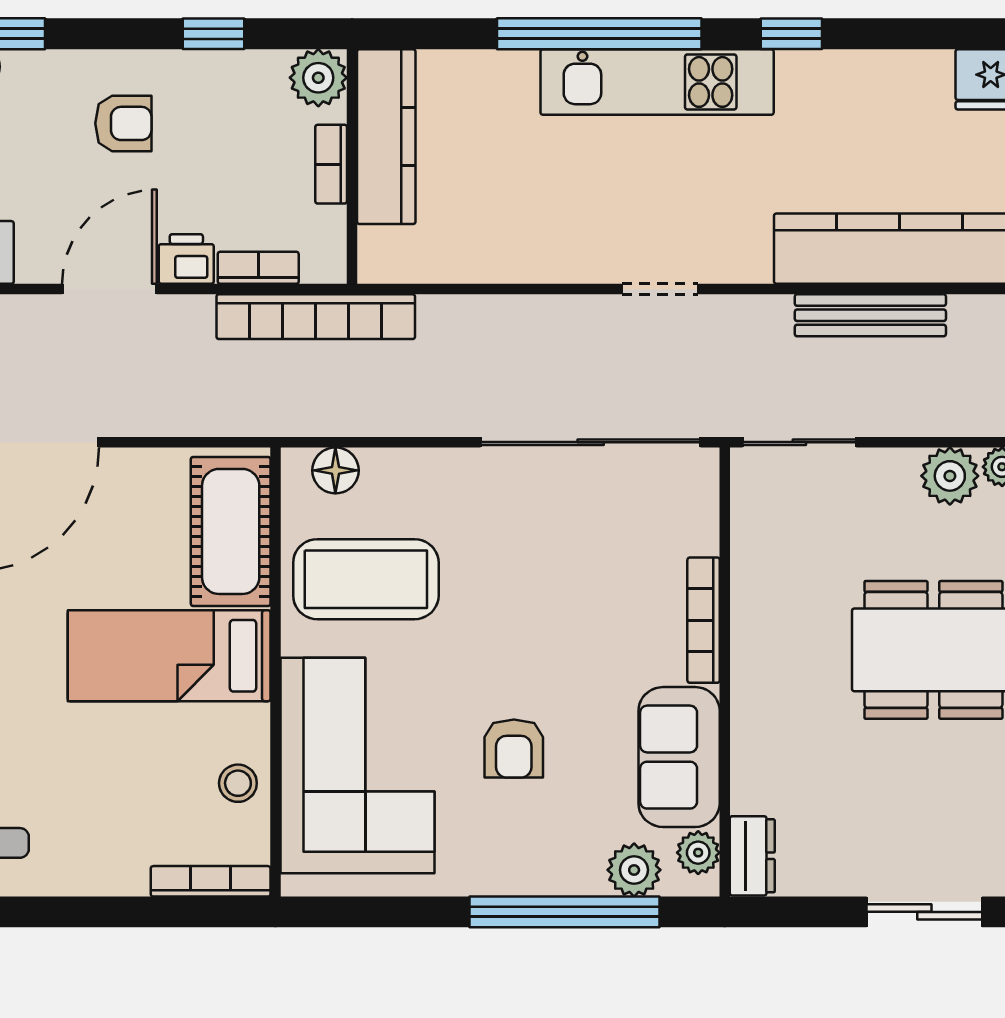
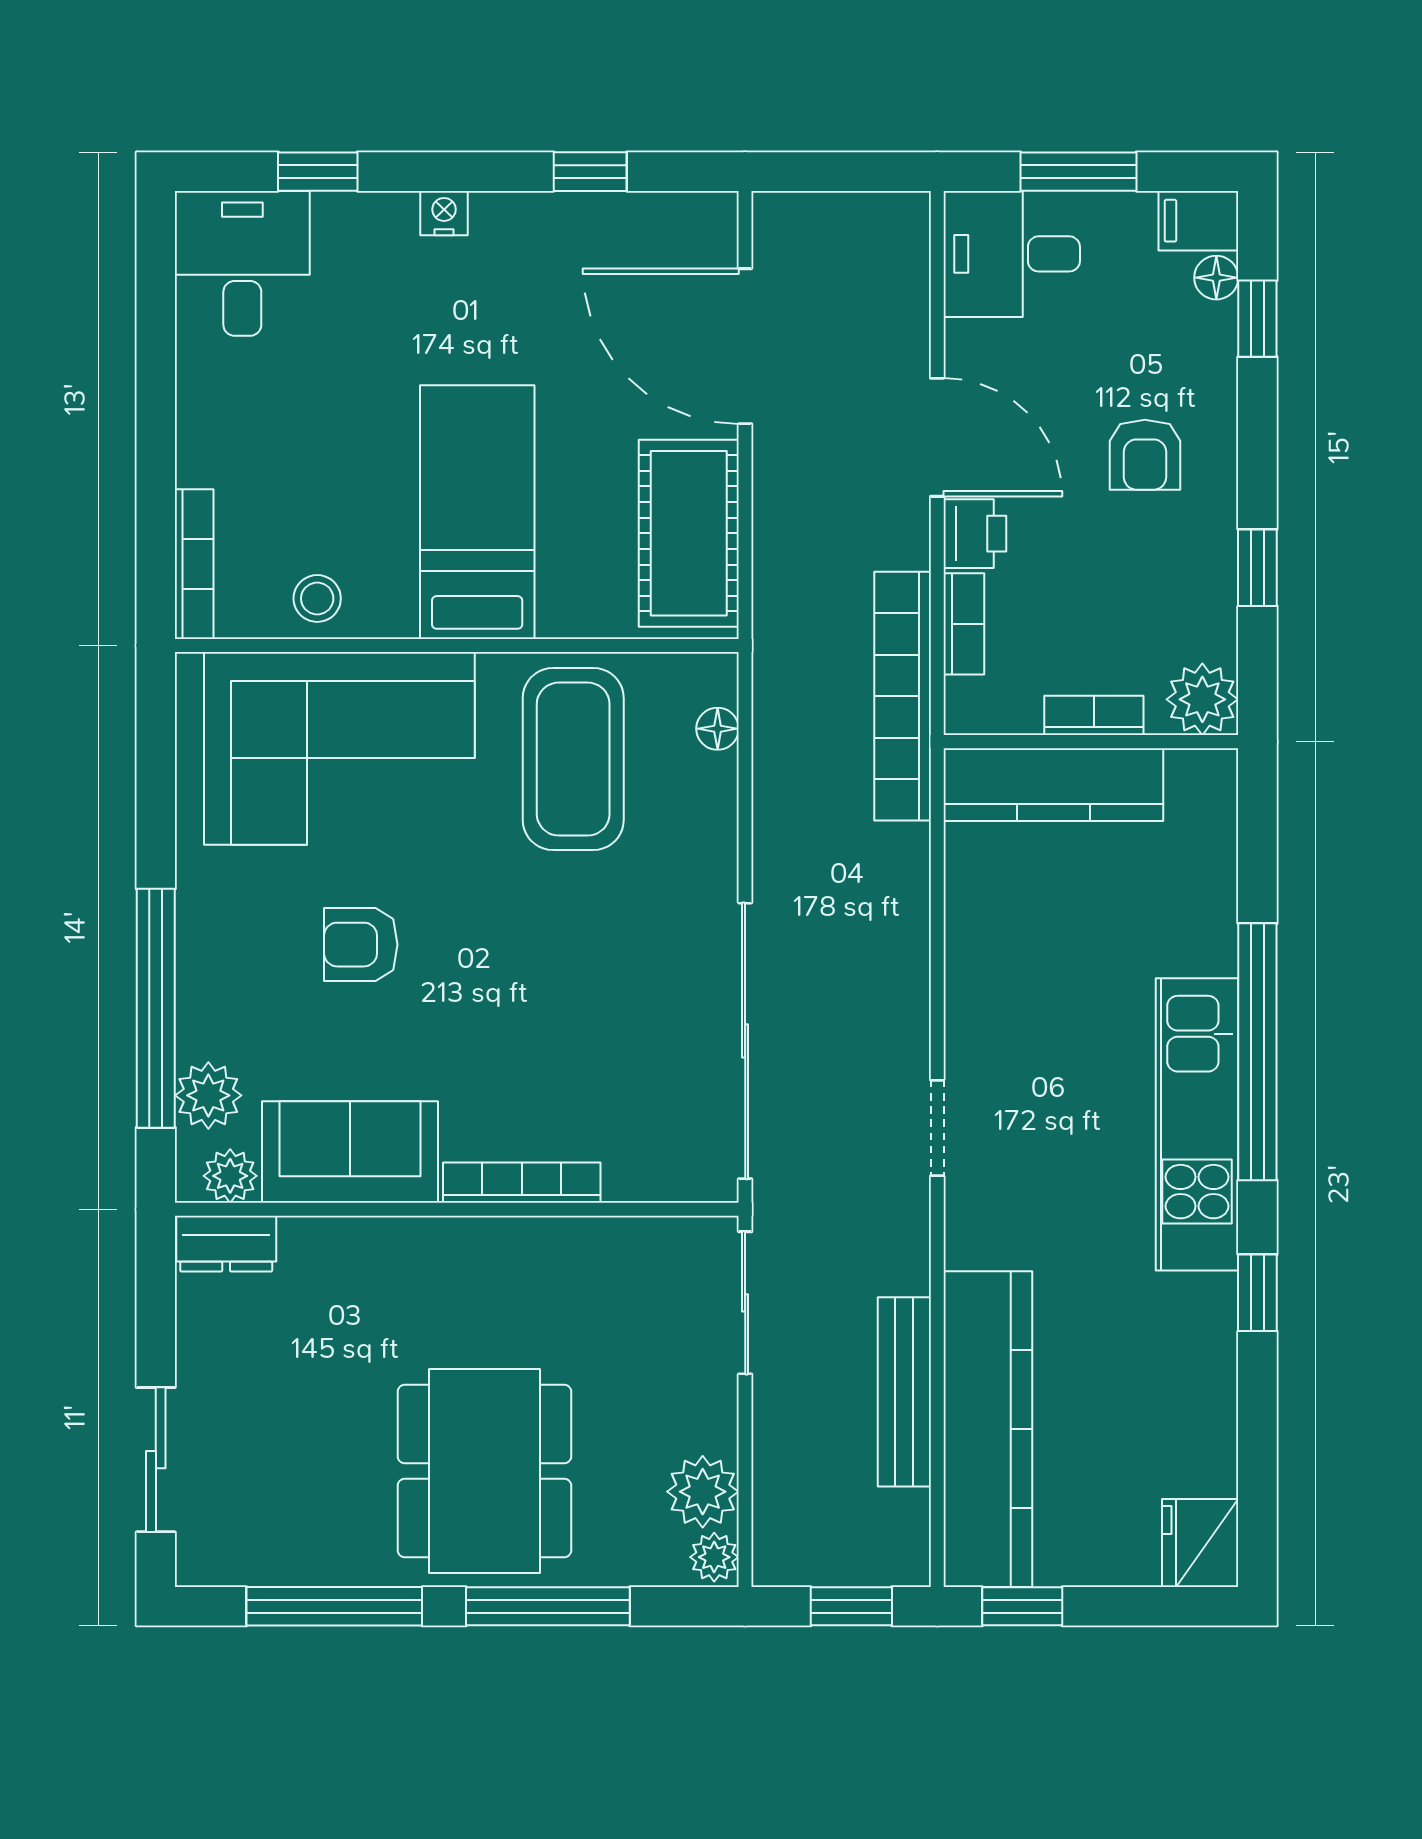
kitchen counter: (386, 137) -> (1053, 785), moved
floor lamp: (335, 470) -> (718, 729), width x0.73, depth x0.73
cot: (231, 531) -> (689, 533), moved, turned 90

